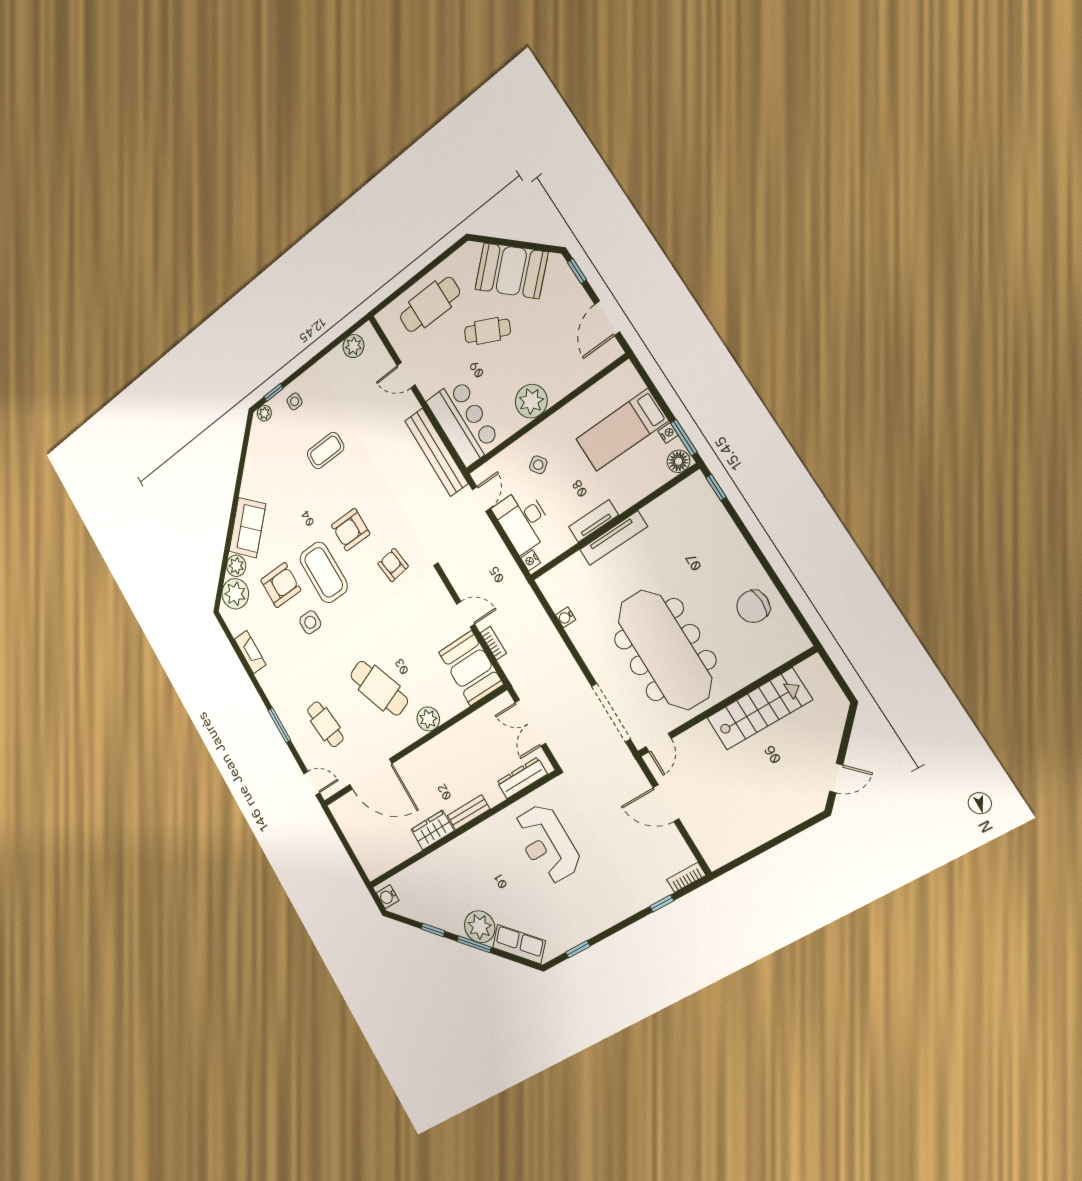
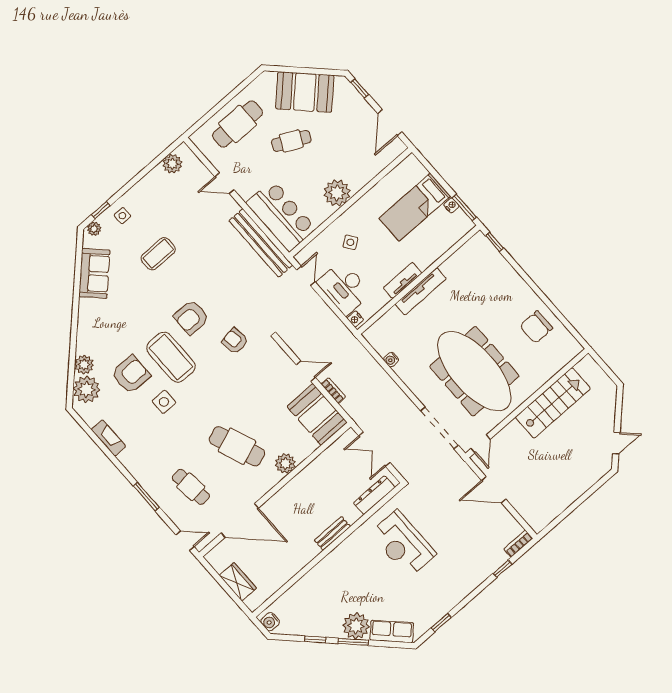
floor lamp: (679, 461) -> (463, 226), removed
sofa: (247, 528) -> (94, 273), moved
wardrobe: (433, 830) -> (238, 582), moved, turned 90

